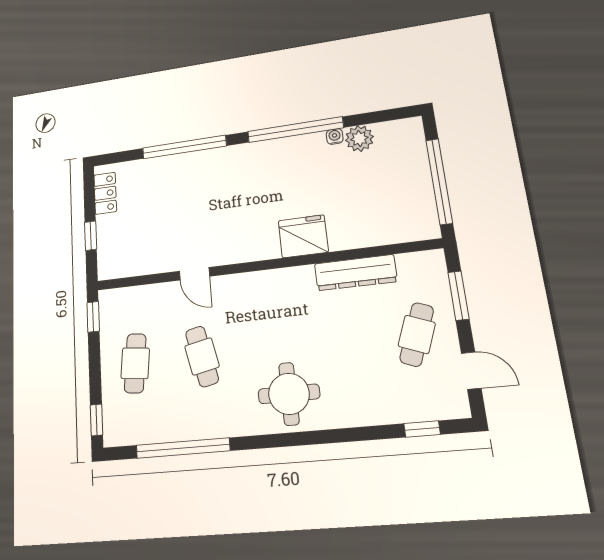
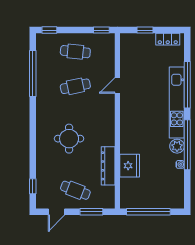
plant: (359, 138) -> (177, 146), moved
kitchen unit: (218, 160) -> (177, 103), added
fridge: (303, 236) -> (130, 166), moved
round table: (289, 394) -> (69, 139), moved

